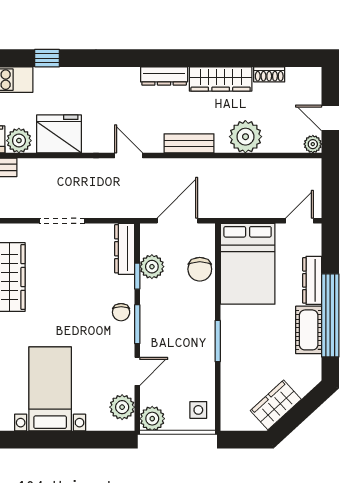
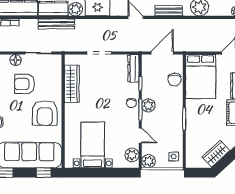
plant: (152, 267) -> (148, 105), moved
door: (137, 371) -> (140, 135), hinge flipped

